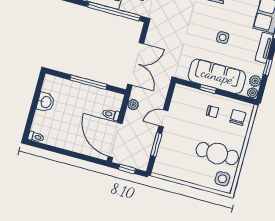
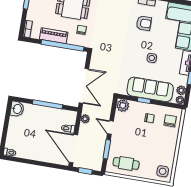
plant: (181, 93) -> (123, 105), added
washbasin: (46, 102) -> (17, 109), moved
door: (163, 118) -> (110, 127), hinge flipped
cafe table: (217, 153) -> (126, 163), moved, width x0.73, depth x0.74

